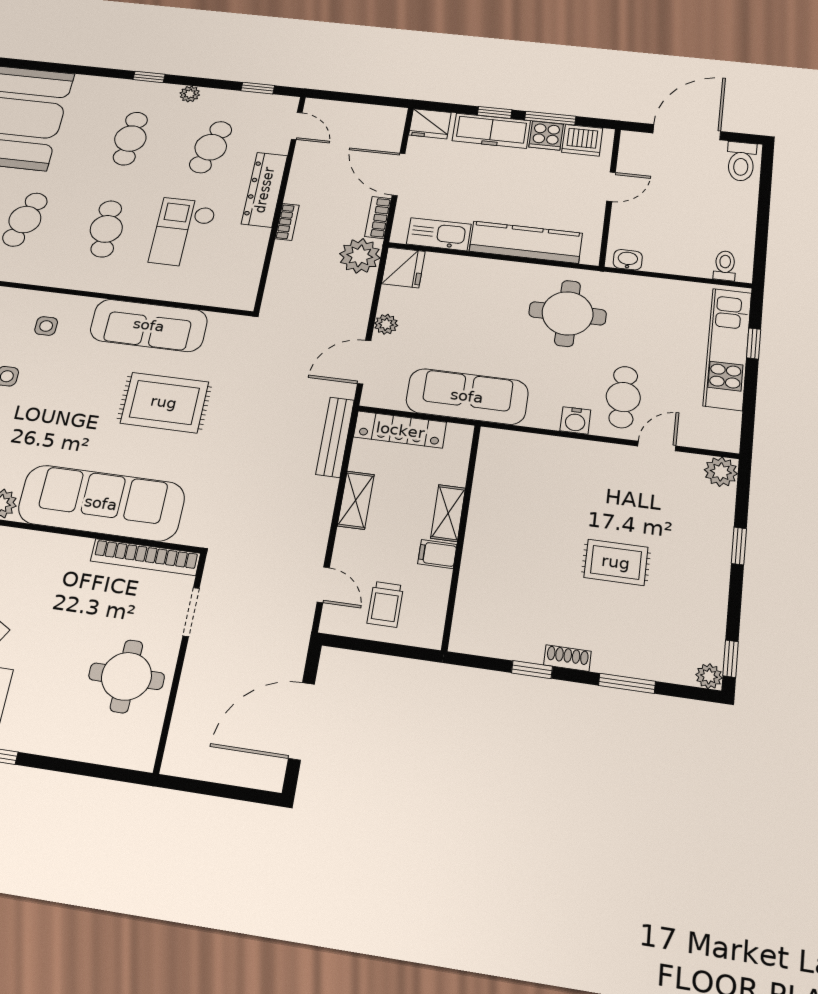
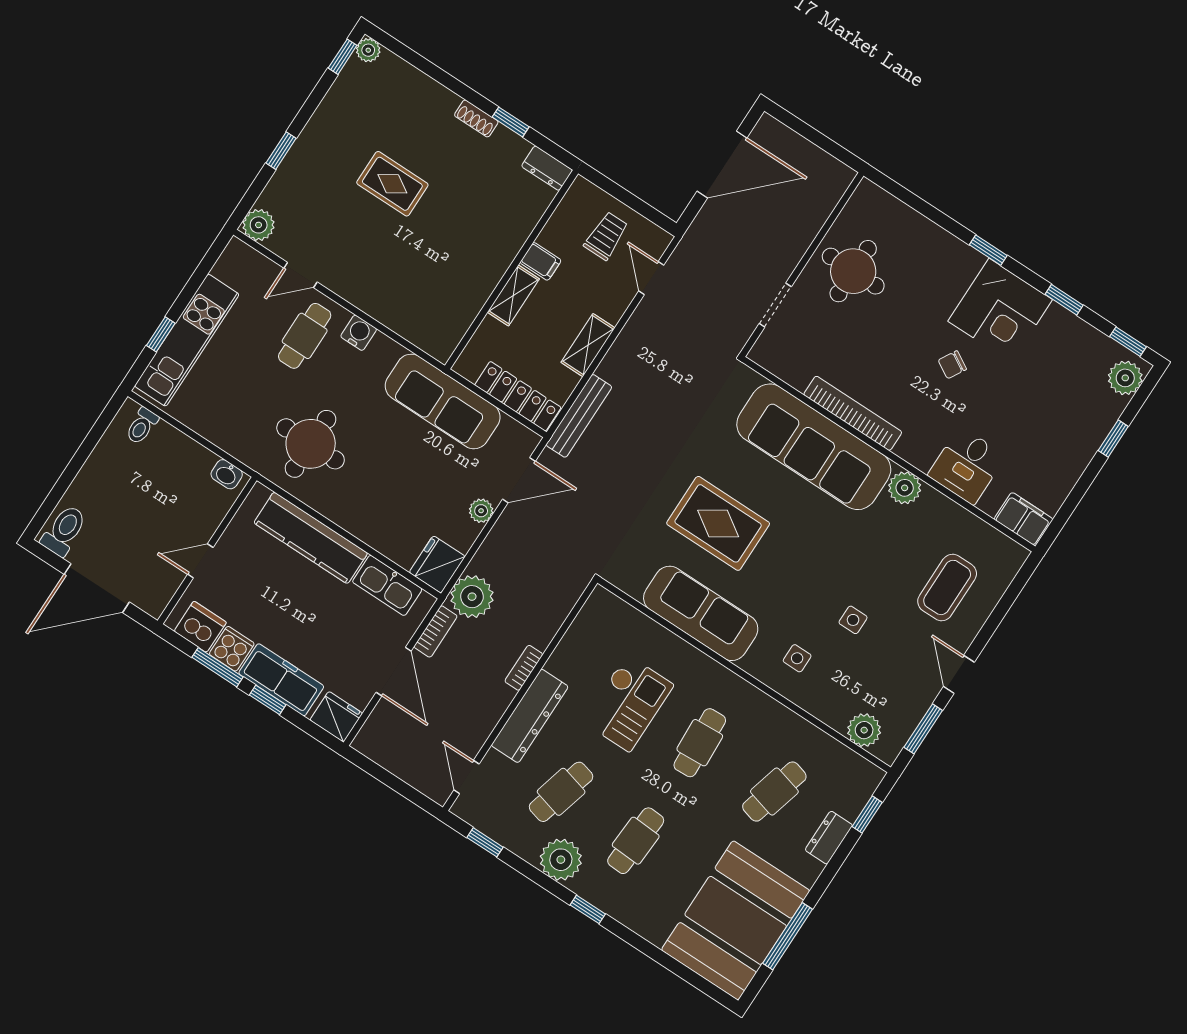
plant: (190, 94) -> (561, 860), width x1.88, depth x1.88
bookcase: (145, 557) -> (853, 413), moved
dresser: (474, 642) -> (547, 168), added
window: (627, 683) -> (438, 75), removed

